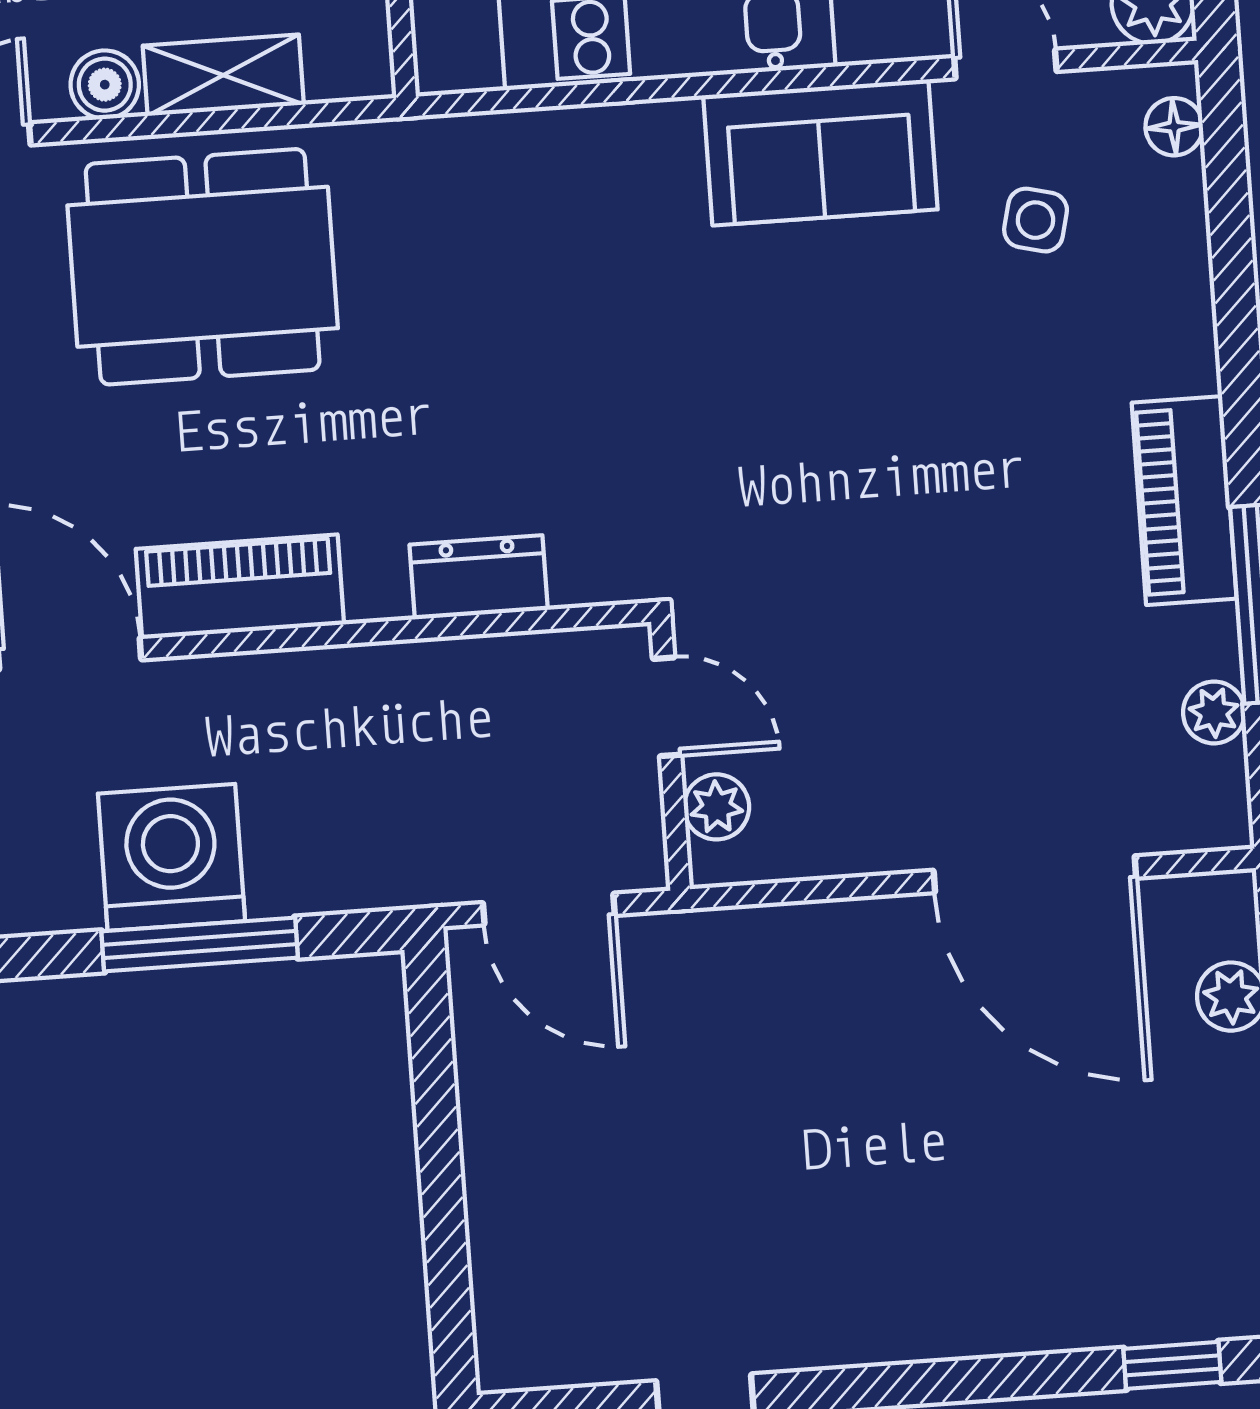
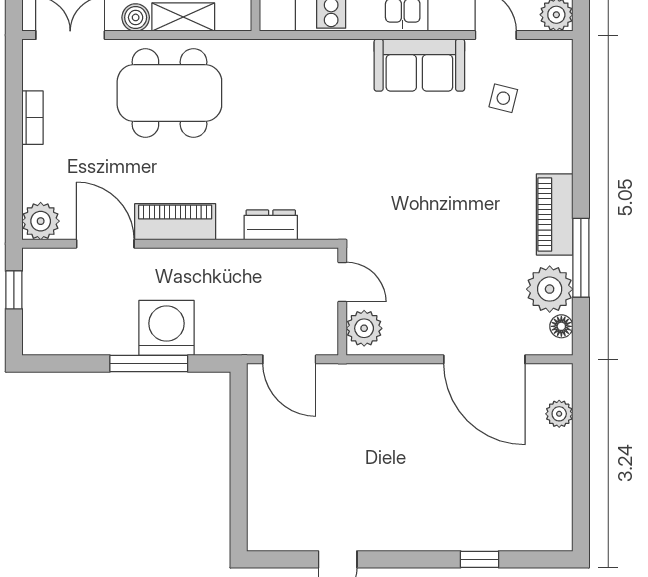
floor lamp: (1174, 127) -> (561, 326), moved
plant: (1214, 712) -> (550, 289), width x1.88, depth x1.88
plant: (717, 807) -> (364, 328), width x1.38, depth x1.38
washing machine: (171, 857) -> (166, 328), moved
window: (1172, 1365) -> (480, 559), moved

